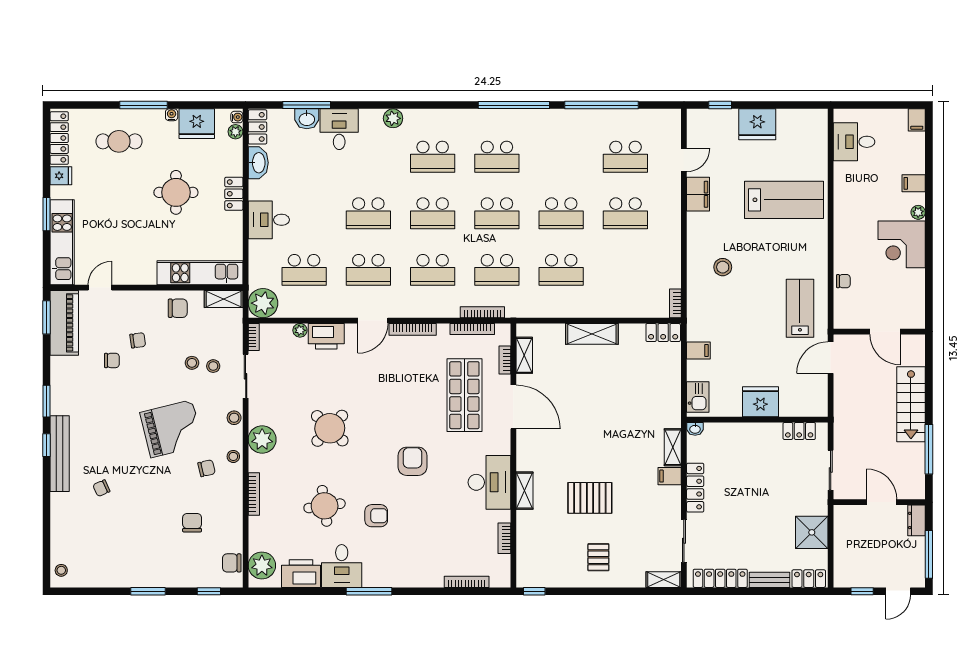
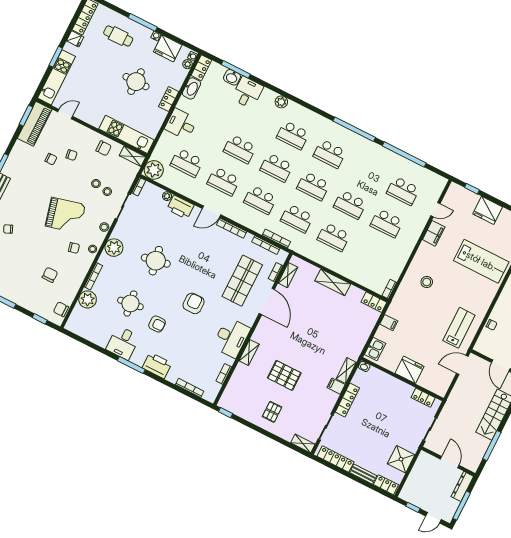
round table: (330, 428) -> (156, 261), turned 35
dresser: (916, 520) -> (462, 486), width x1.44
plant: (262, 565) -> (88, 299), moved
printer: (301, 574) -> (157, 365), moved

